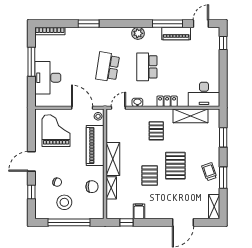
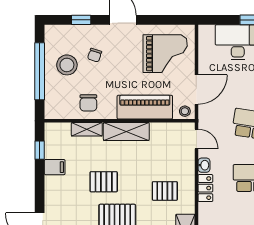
locker: (167, 101) -> (205, 188), moved

